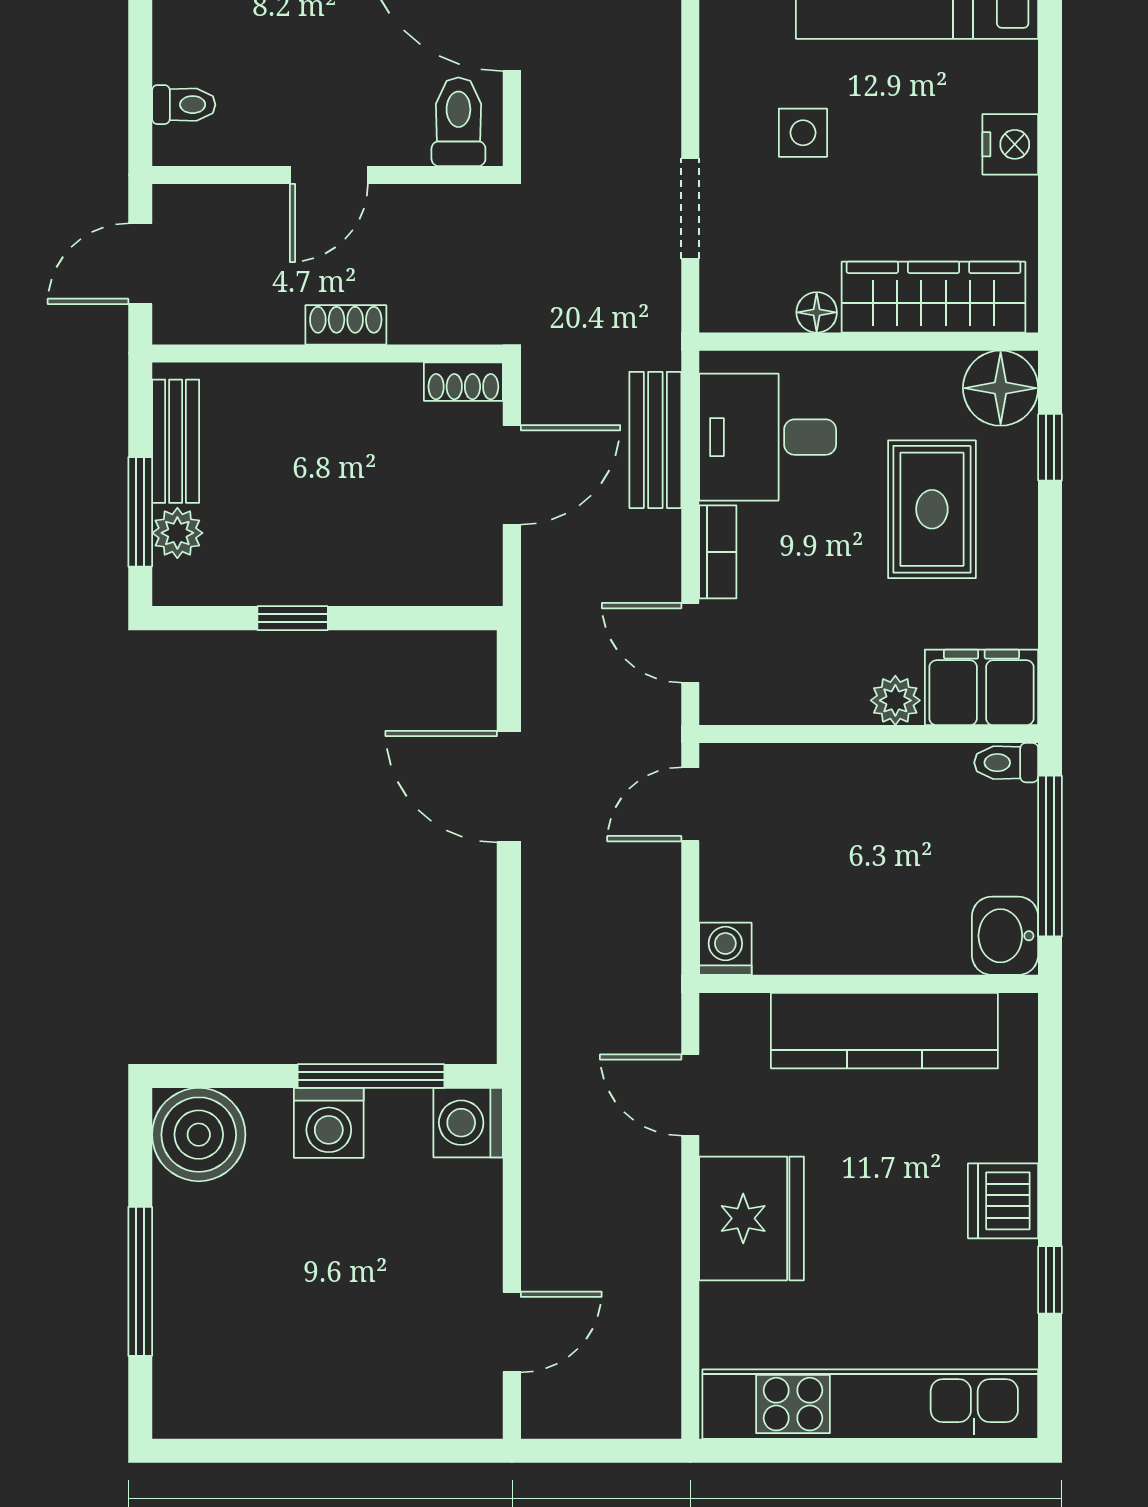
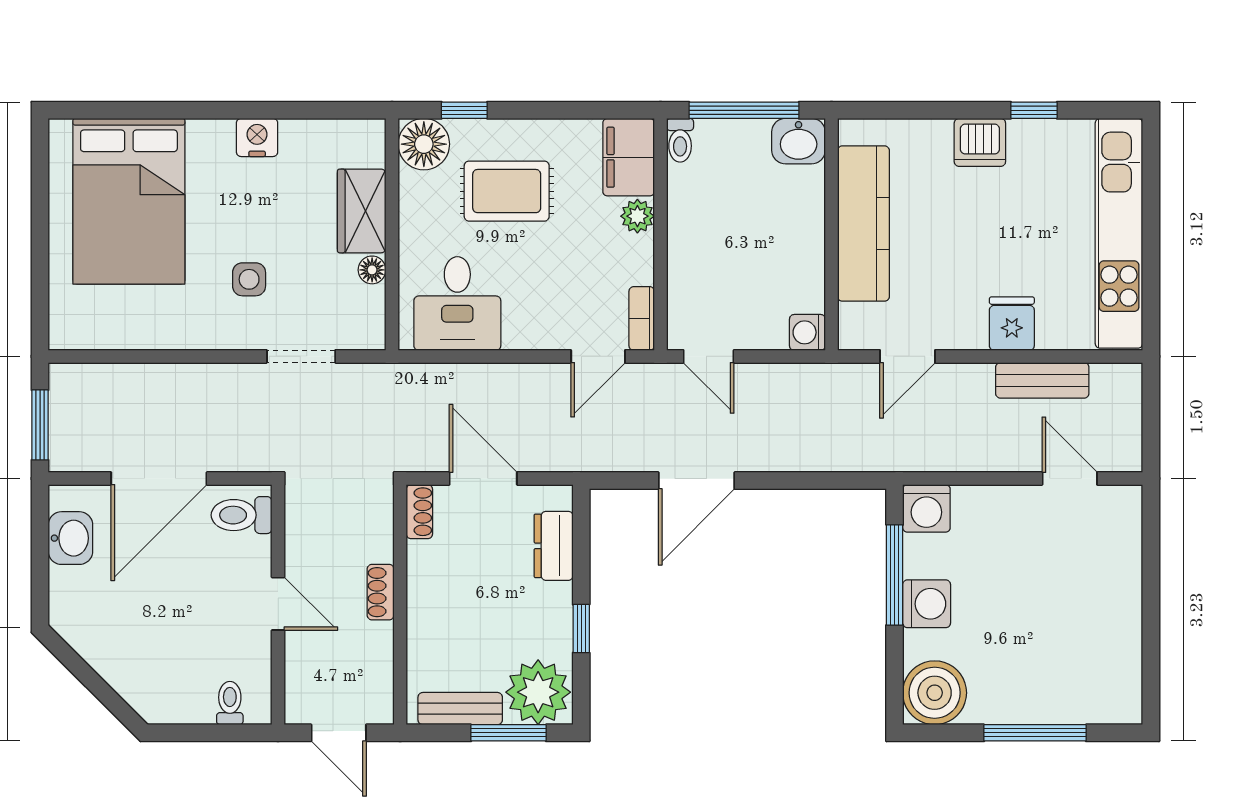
wardrobe: (934, 297) -> (362, 211), width x0.67
bench: (655, 440) -> (1042, 380), moved
plant: (177, 533) -> (538, 692), width x1.88, depth x1.88
bookcase: (718, 552) -> (642, 318), moved, turned -90
dresser: (413, 578) -> (554, 546), added
fridge: (752, 1218) -> (1012, 324), width x0.53, depth x0.75

